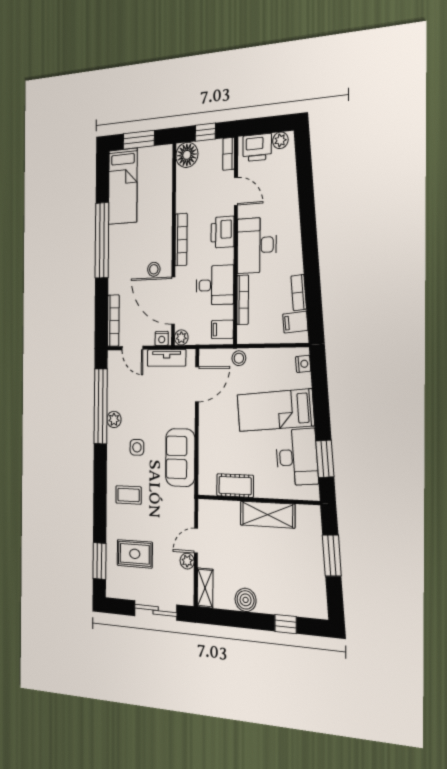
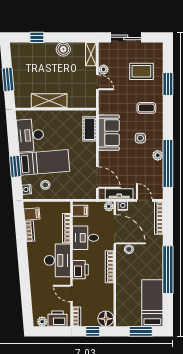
stool: (239, 358) -> (45, 185), moved
door: (197, 384) -> (97, 178), swing flipped
window: (325, 459) -> (15, 166), moved
cot: (235, 486) -> (90, 129), moved, turned 90
door: (196, 541) -> (97, 82), hinge flipped
window: (99, 561) -> (168, 84), moved

